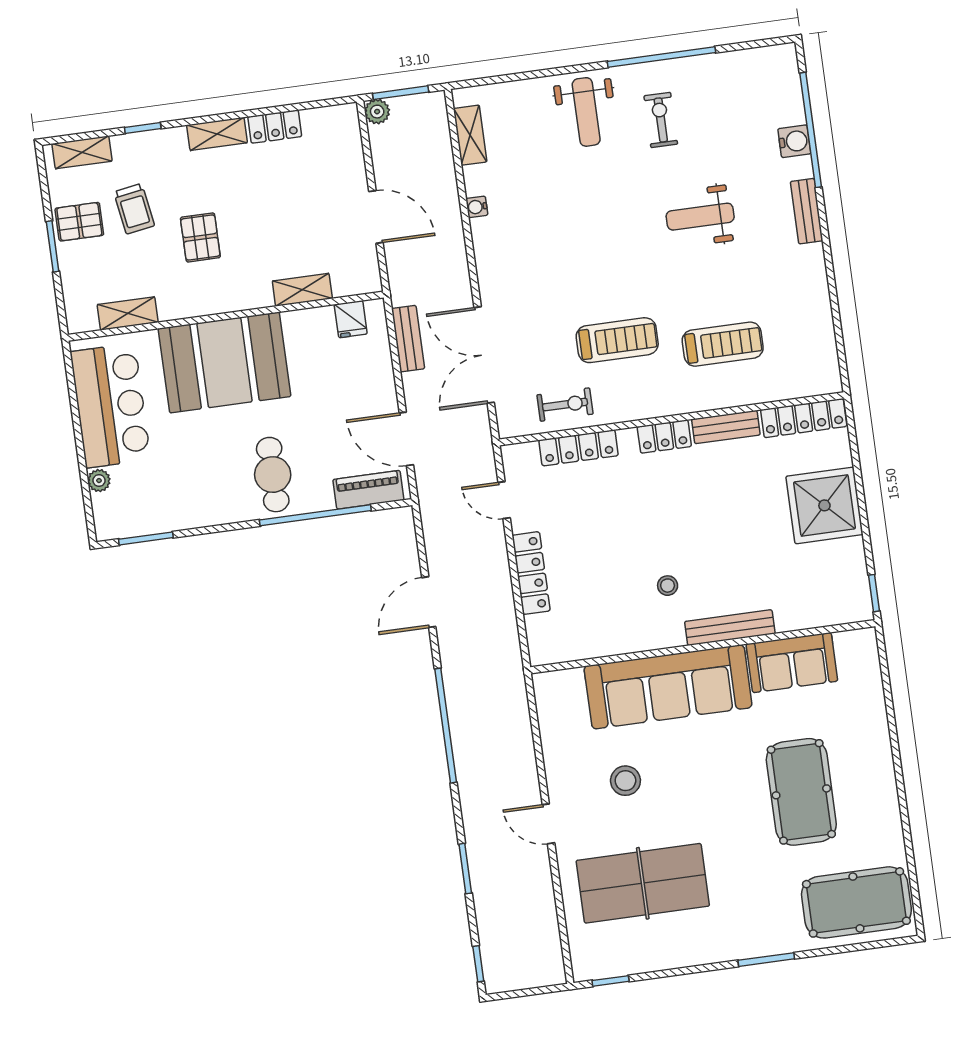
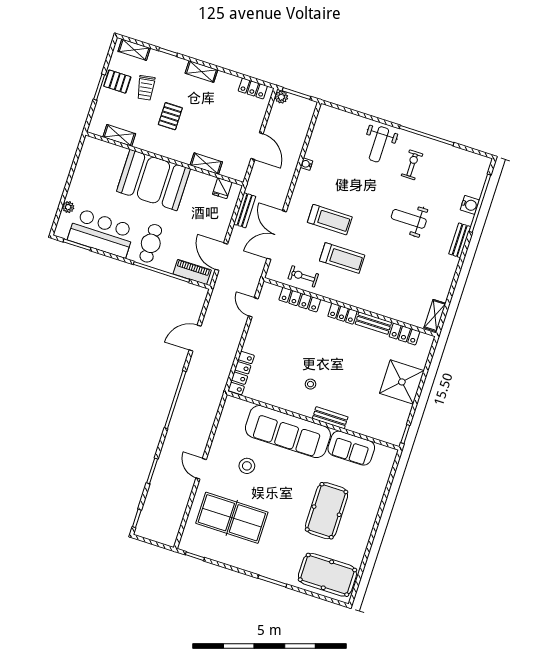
locker: (275, 127) -> (253, 88), moved
shelving: (470, 135) -> (435, 316), moved
treadmill: (723, 344) -> (330, 220), moved
exercise bike: (565, 405) -> (303, 276), turned 180
bar counter: (110, 406) -> (101, 233), moved, turned -90
locker: (804, 418) -> (404, 334), width x0.66
locker: (531, 573) -> (241, 373), moved
bench: (730, 628) -> (330, 418), width x0.73

